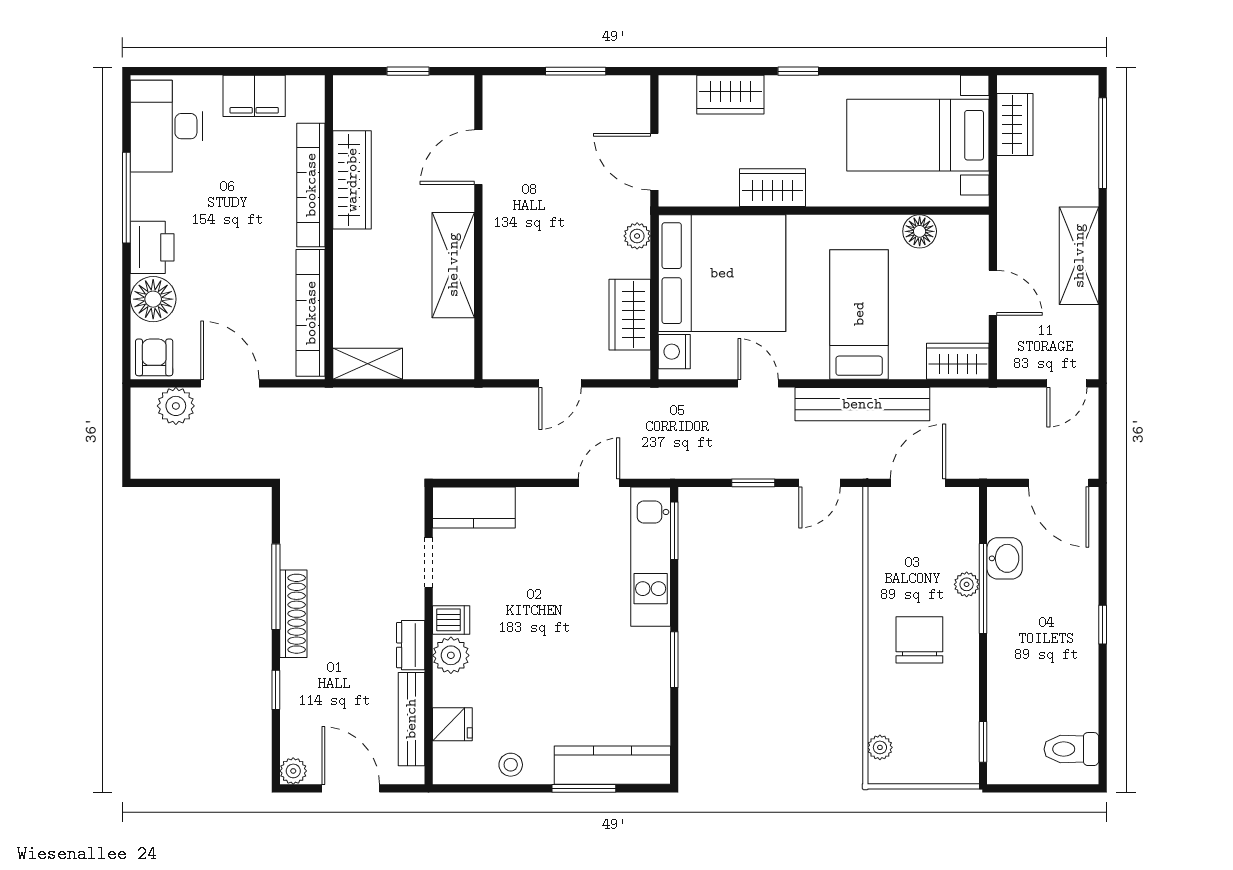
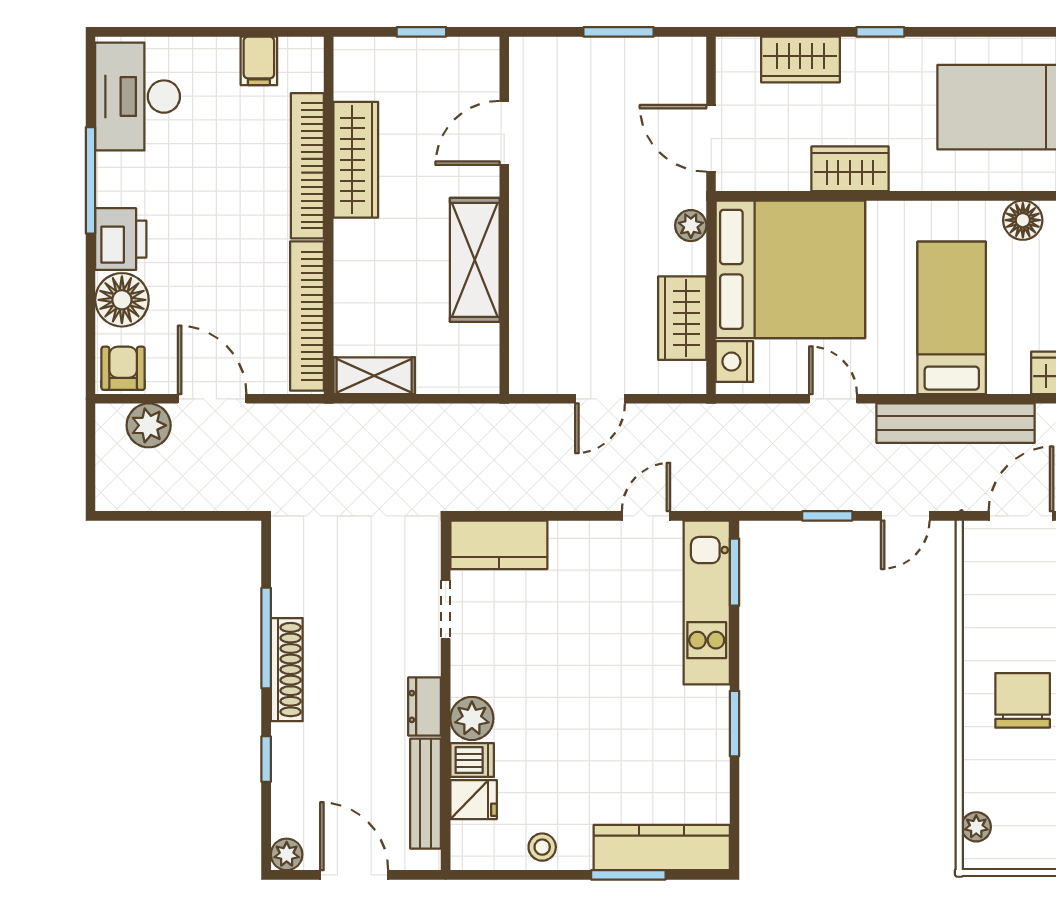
filing cabinet: (254, 96) -> (259, 61), width x0.50
dishwasher: (451, 620) -> (472, 760), moved

